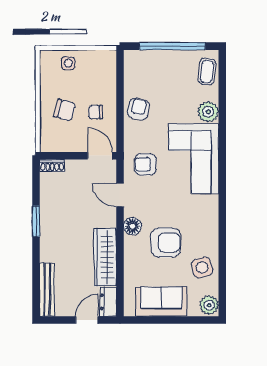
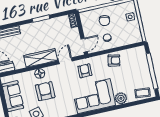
floor lamp: (132, 226) -> (40, 74), moved
armchair: (166, 242) -> (45, 91), turned 180
wardrobe: (105, 257) -> (41, 58), moved

